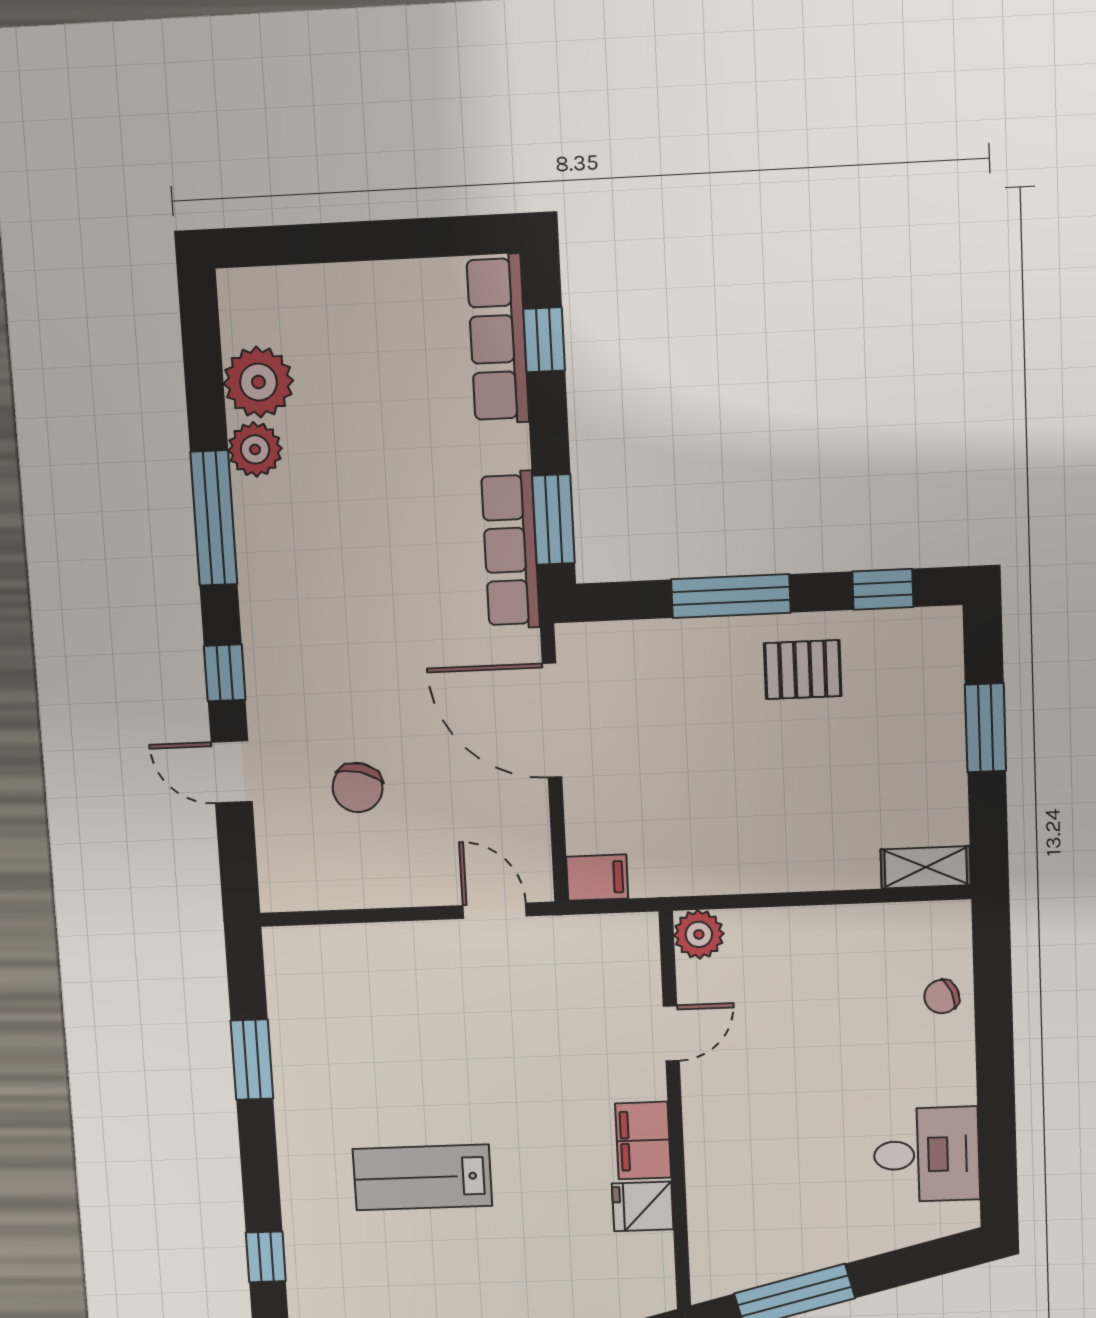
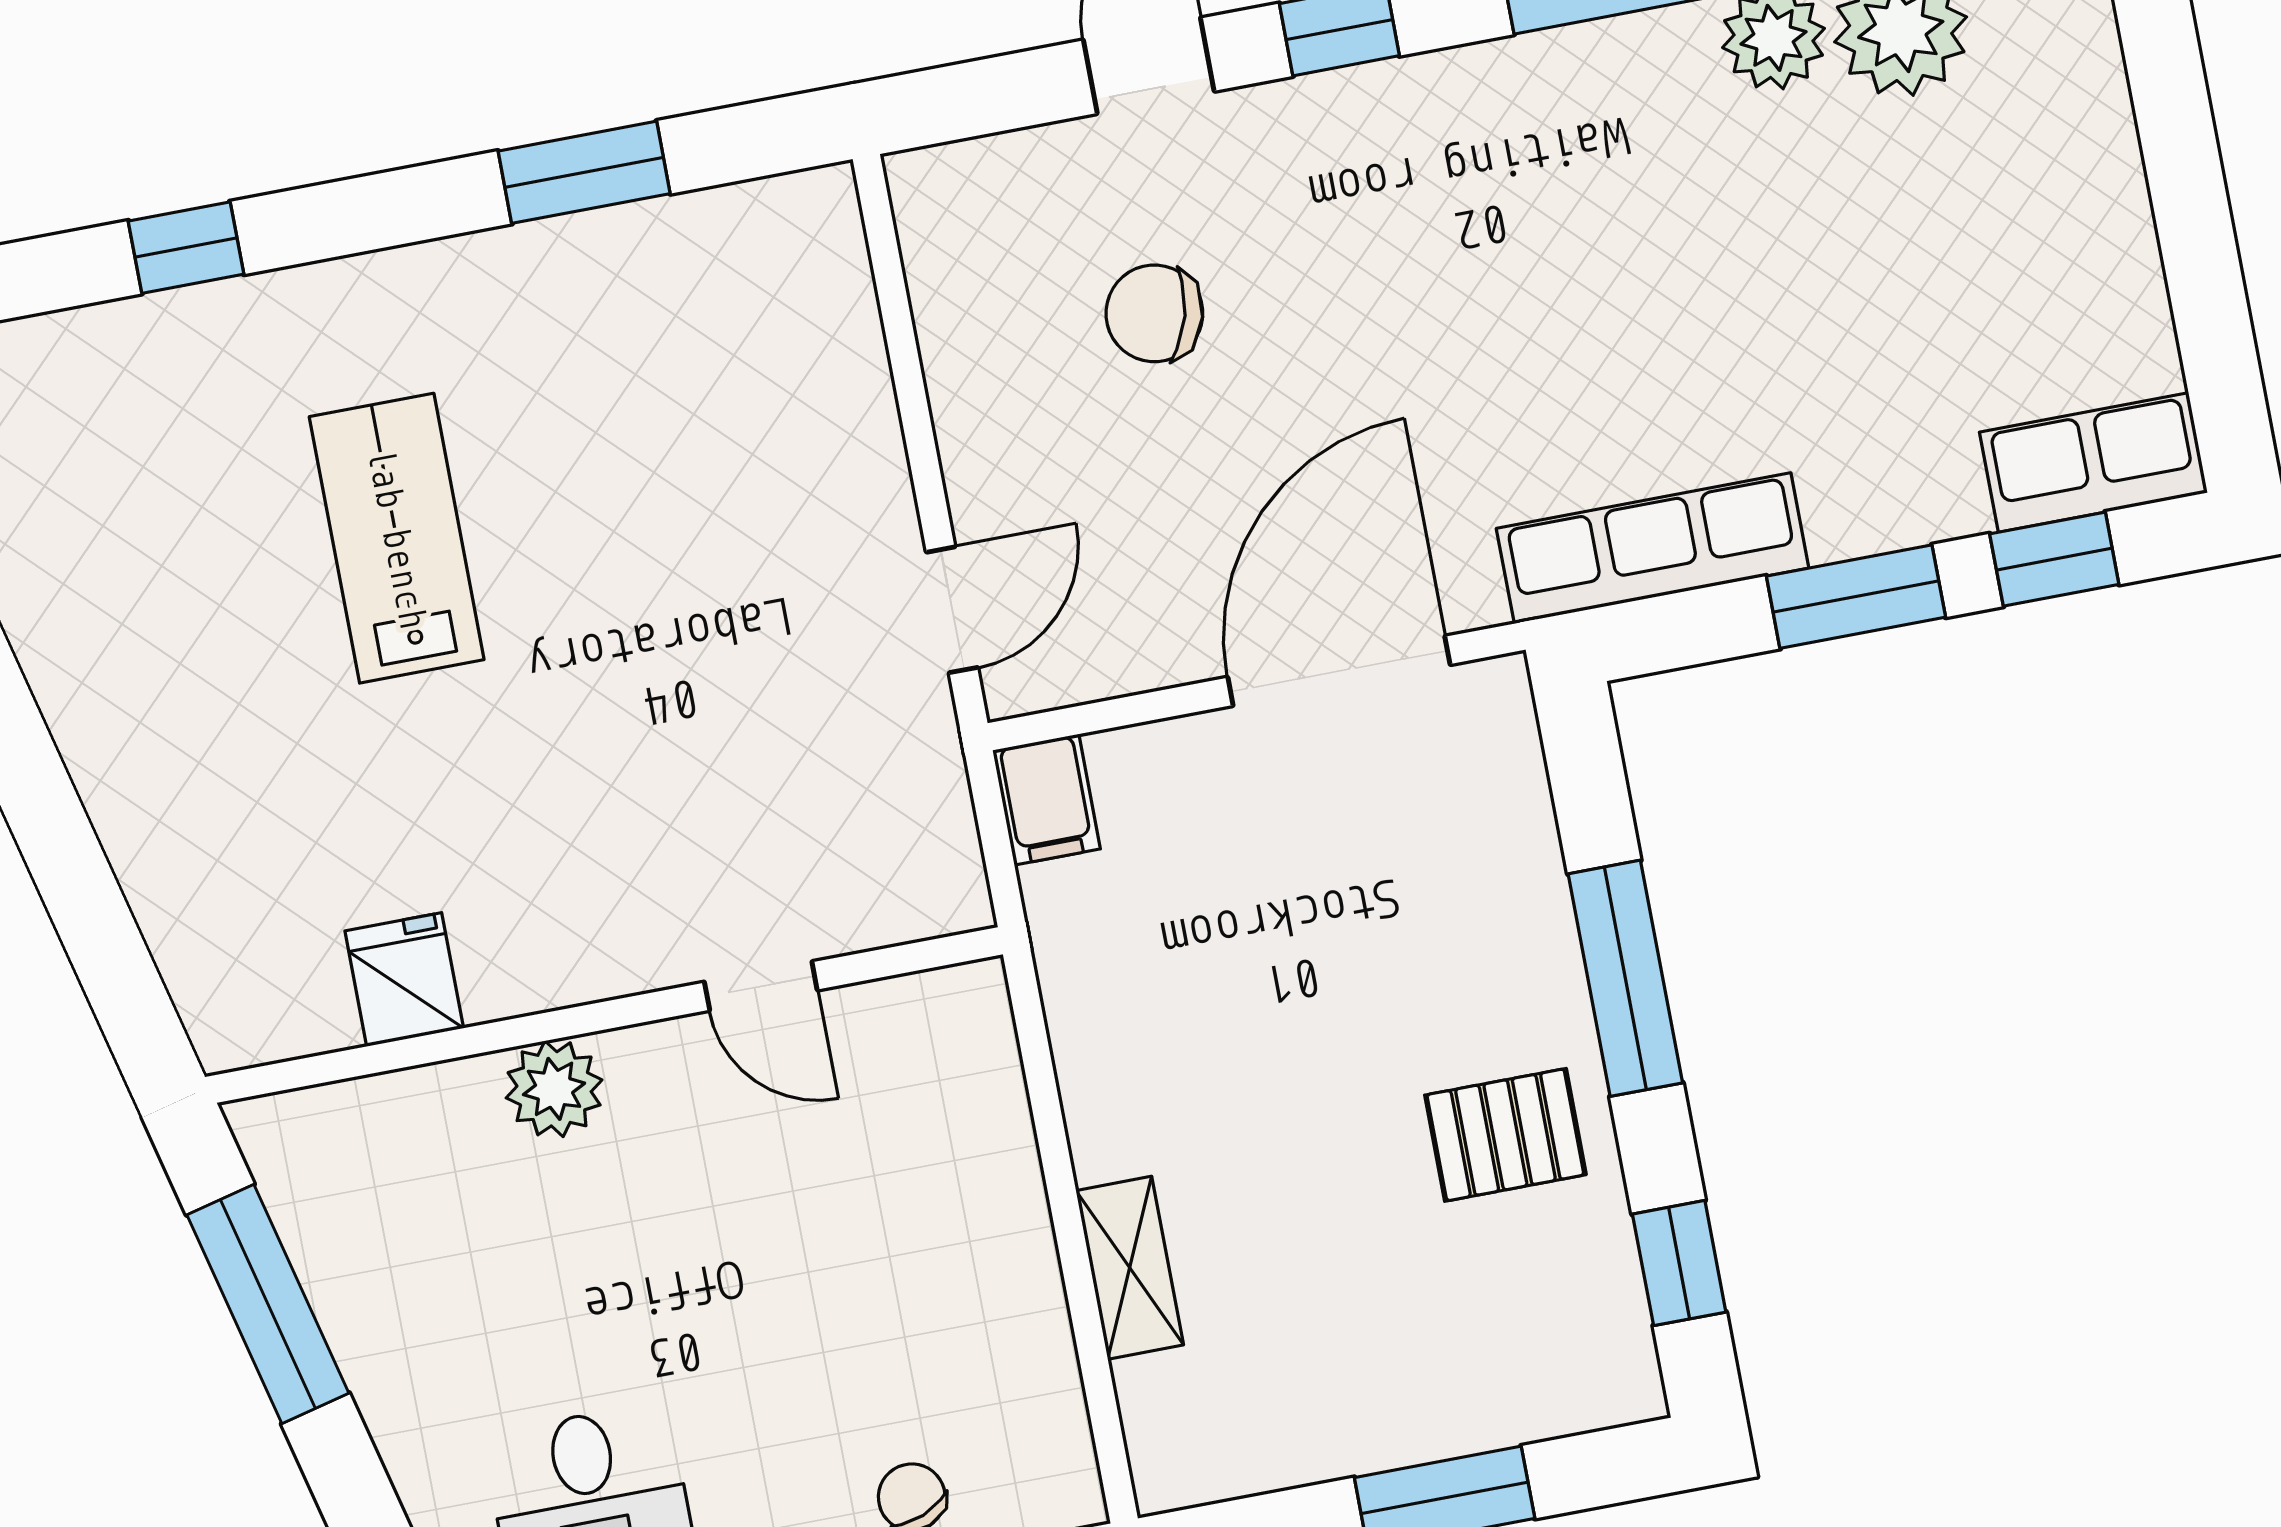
row of seats: (498, 339) -> (2093, 462), width x0.68
window: (553, 519) -> (1856, 597), moved
pallet: (803, 670) -> (1505, 1135), turned 90
shelving: (926, 867) -> (1130, 1268), moved
plant: (699, 934) -> (554, 1089), moved
filing cabinet: (643, 1141) -> (537, 962), removed

